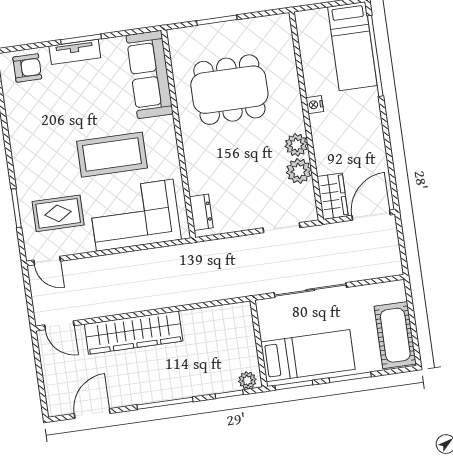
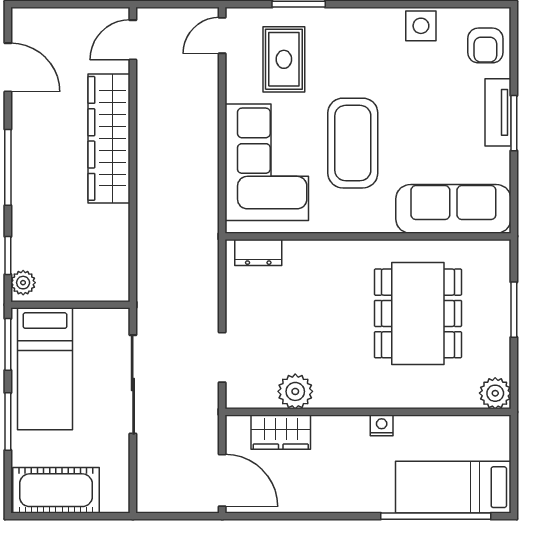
side table: (20, 117) -> (421, 26), added
plant: (296, 145) -> (495, 393), moved
wardrobe: (333, 196) -> (281, 432), moved

